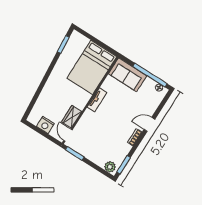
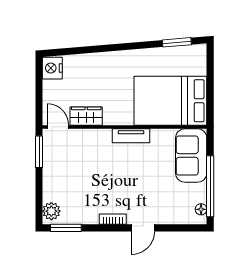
door: (149, 124) -> (143, 228), swing flipped
nightstand: (45, 125) -> (52, 68), moved
door: (68, 135) -> (58, 127), hinge flipped

